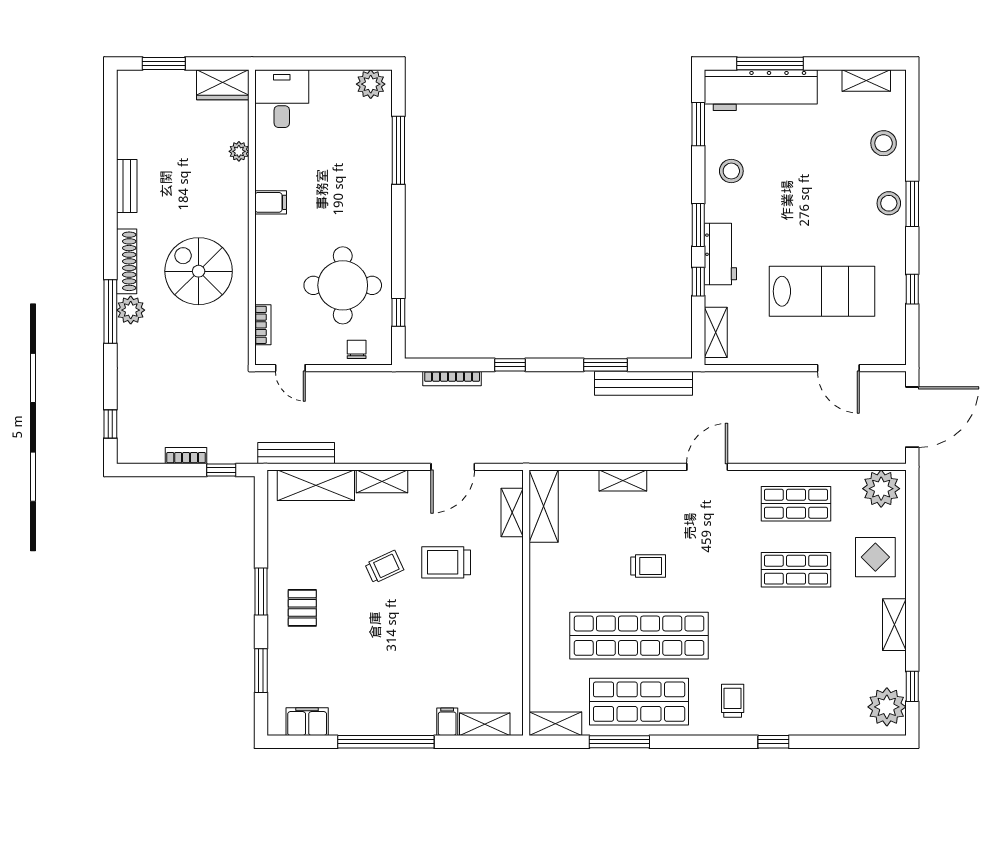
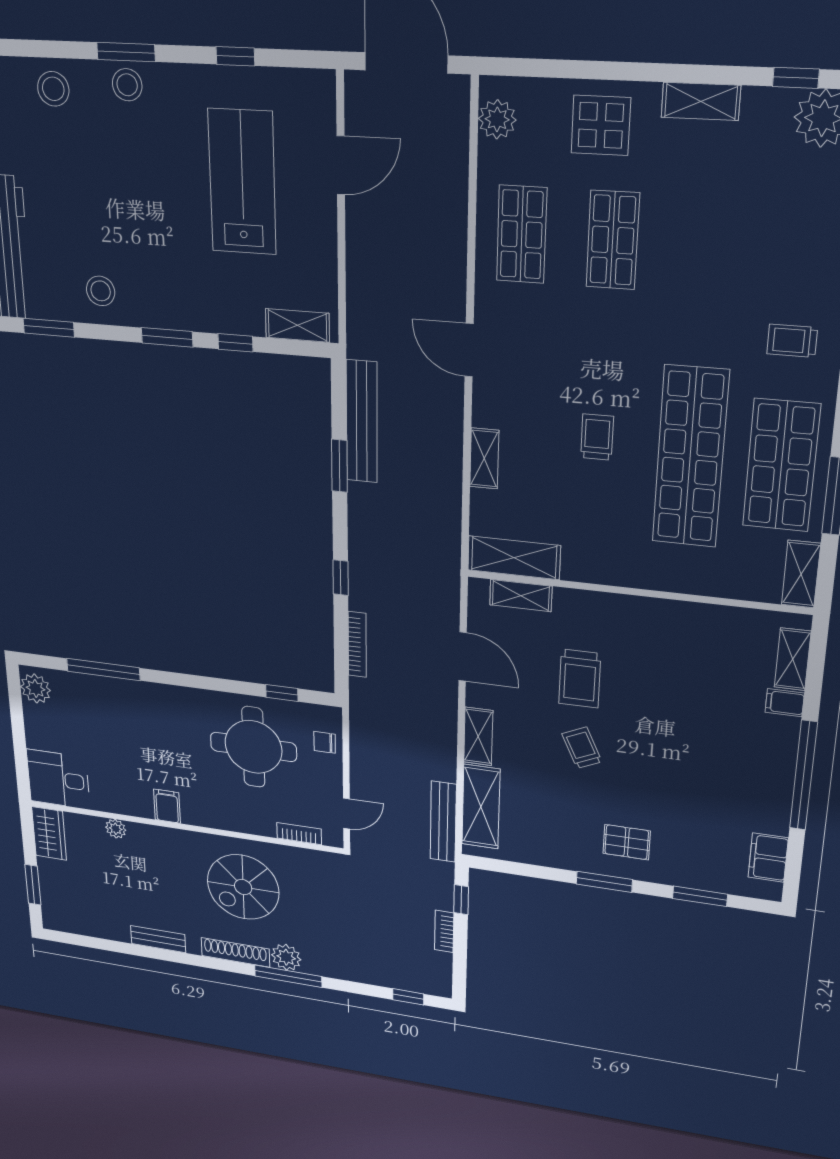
workbench: (720, 254) -> (201, 312), removed
plant: (881, 489) -> (497, 119), width x0.73, depth x0.73

